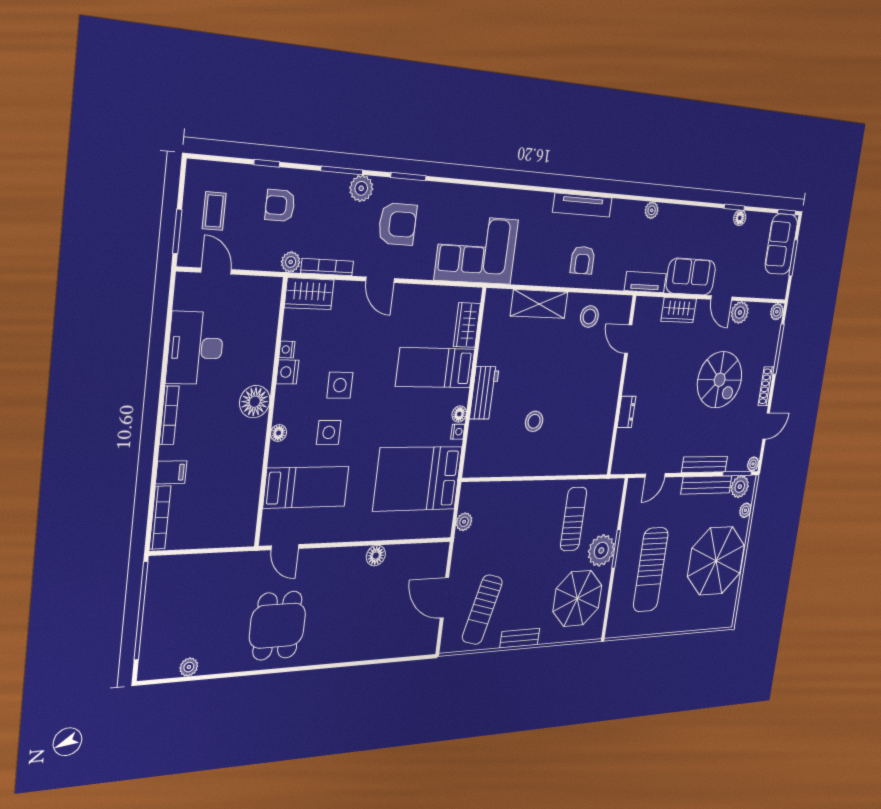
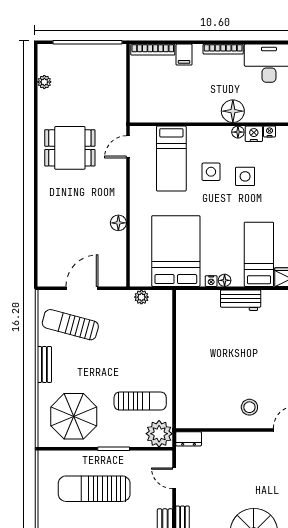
dresser: (626, 412) -> (189, 439), moved
stool: (534, 421) -> (249, 407), moved
floor lamp: (279, 433) -> (238, 132), moved
plant: (601, 550) -> (159, 434), moved

